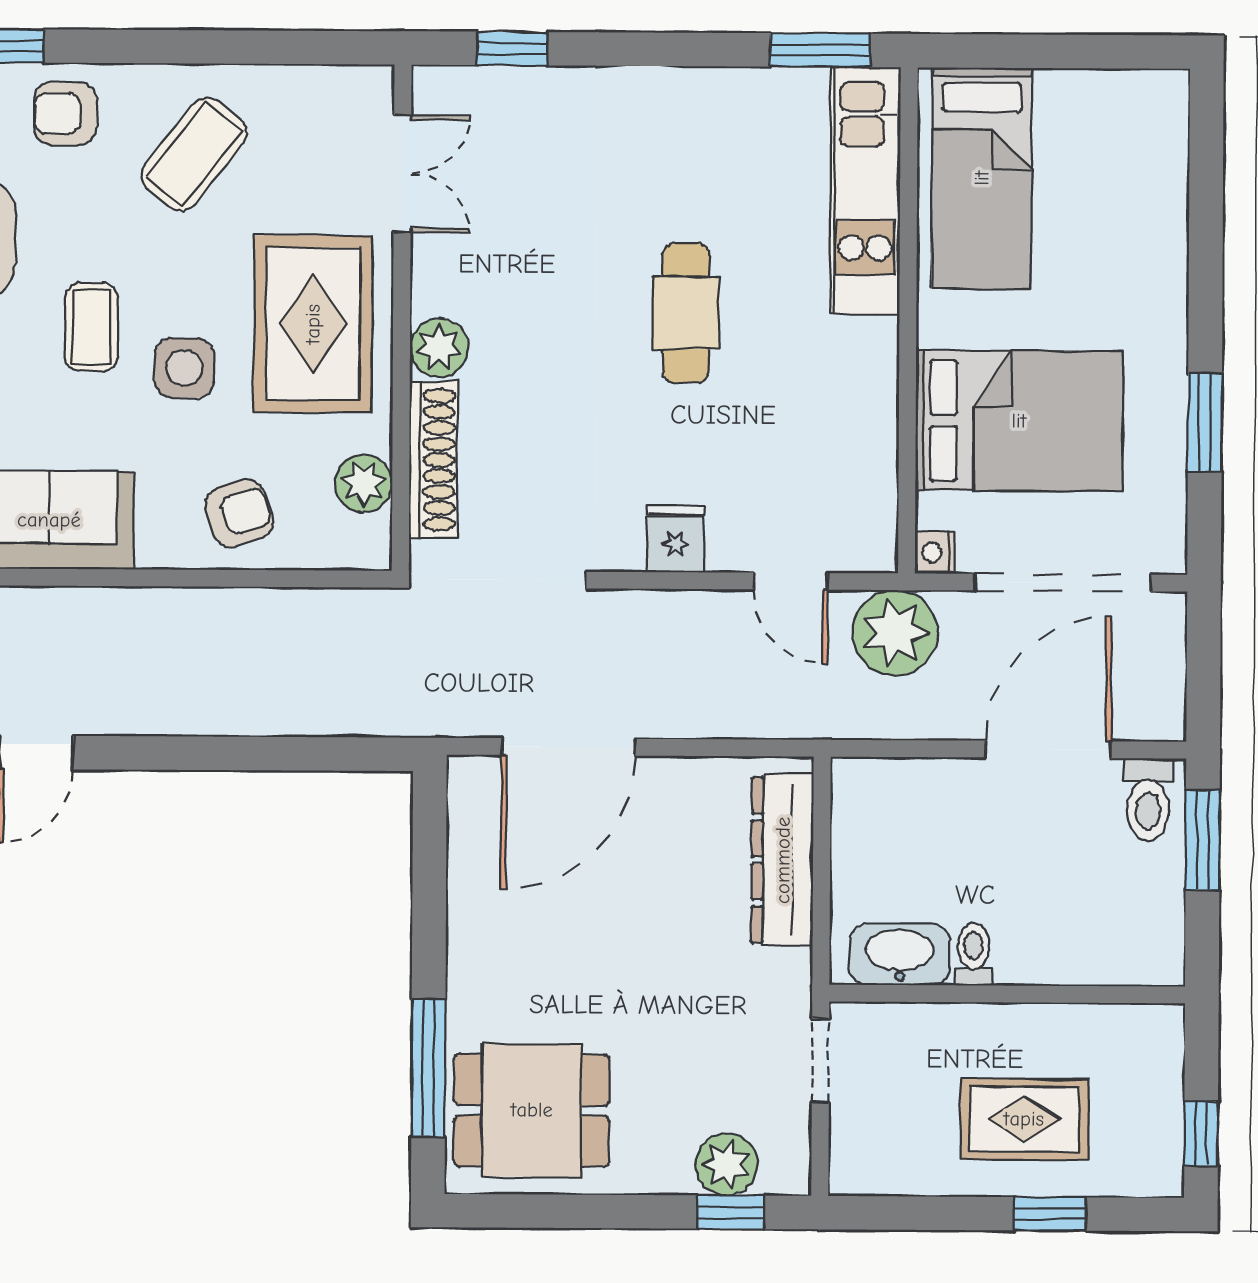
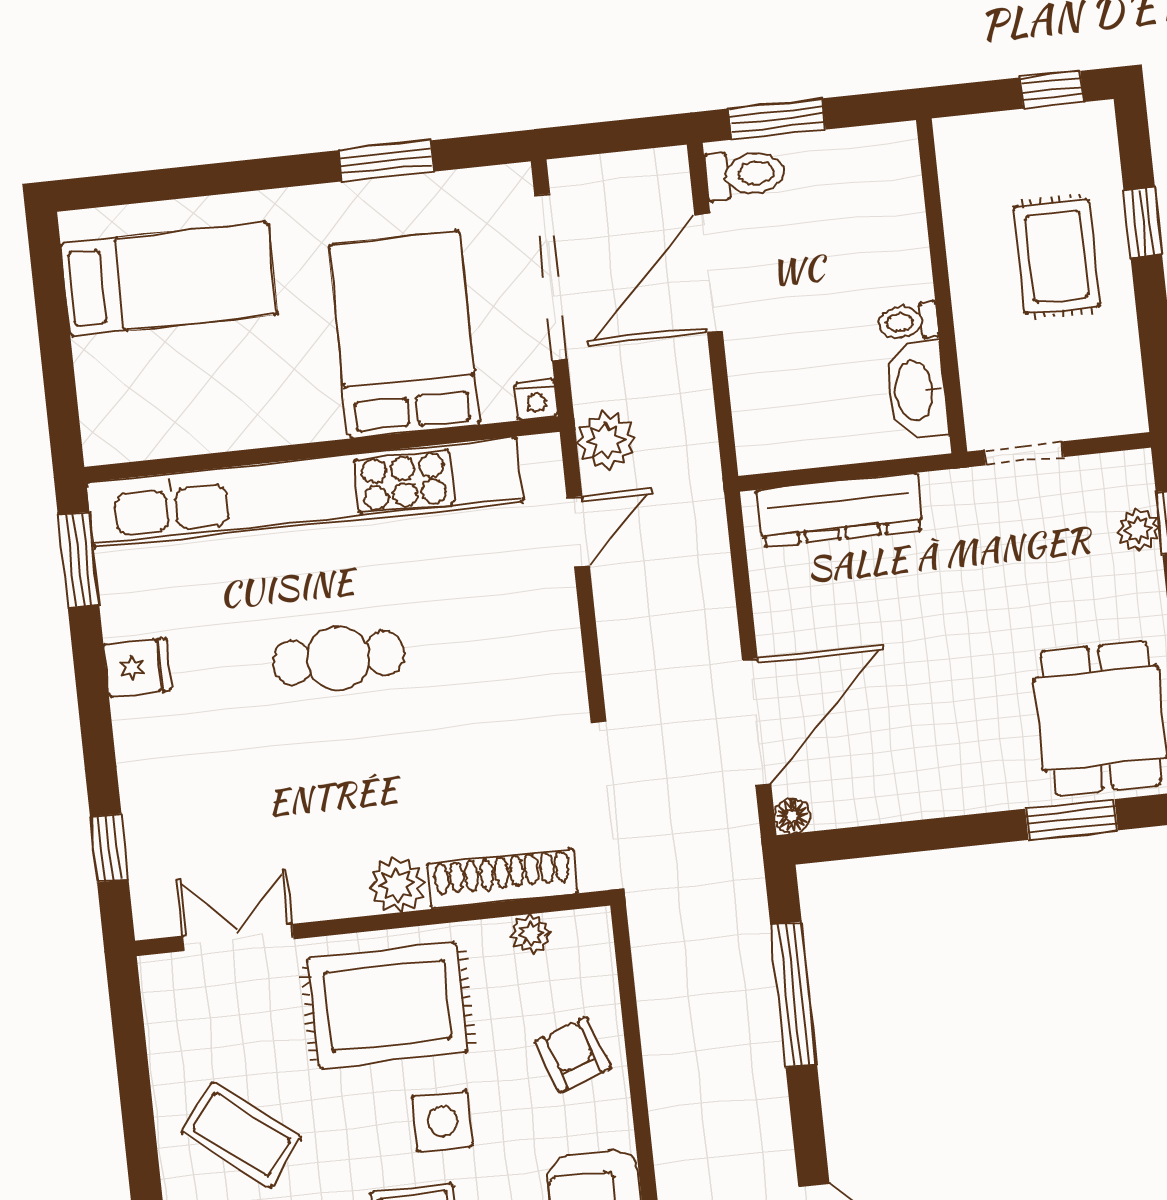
bed: (982, 178) -> (169, 279), moved
kitchen unit: (865, 191) -> (305, 492), width x1.86
plant: (364, 483) -> (531, 934), width x0.73, depth x0.73
fridge: (676, 539) -> (137, 667), moved, turned 180
plant: (895, 633) -> (606, 440), width x0.73, depth x0.73
door: (569, 747) -> (757, 722), hinge flipped
door: (1048, 749) -> (709, 273), hinge flipped
window: (276, 754) -> (794, 995), added
floor lamp: (465, 773) -> (792, 816), added
window: (428, 1068) -> (1072, 819), width x0.69
plant: (727, 1164) -> (1138, 530), width x0.73, depth x0.73

